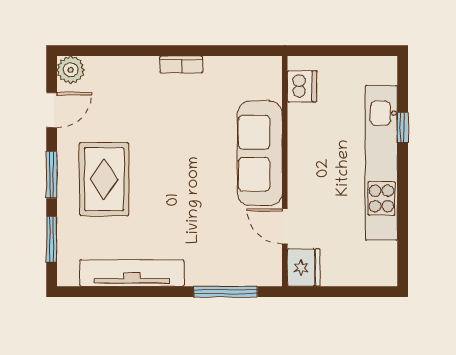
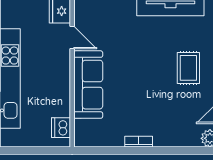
rug: (104, 179) -> (188, 68), width x0.73, depth x0.70

